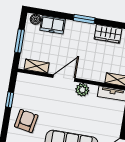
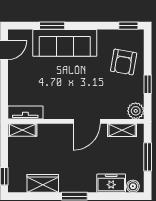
plant: (82, 90) -> (136, 111), moved

